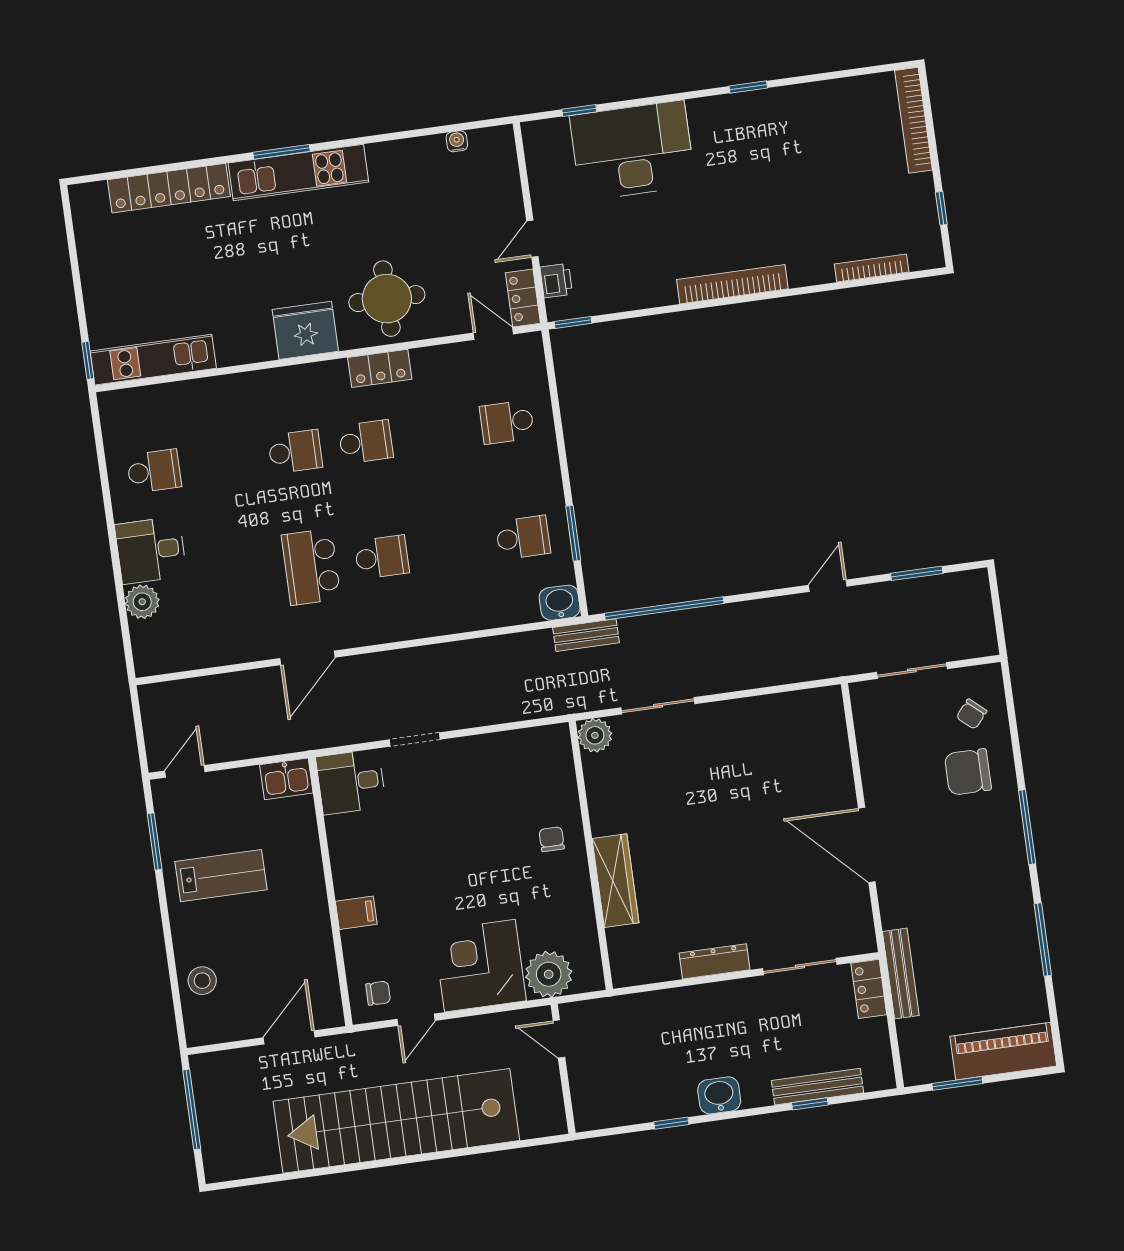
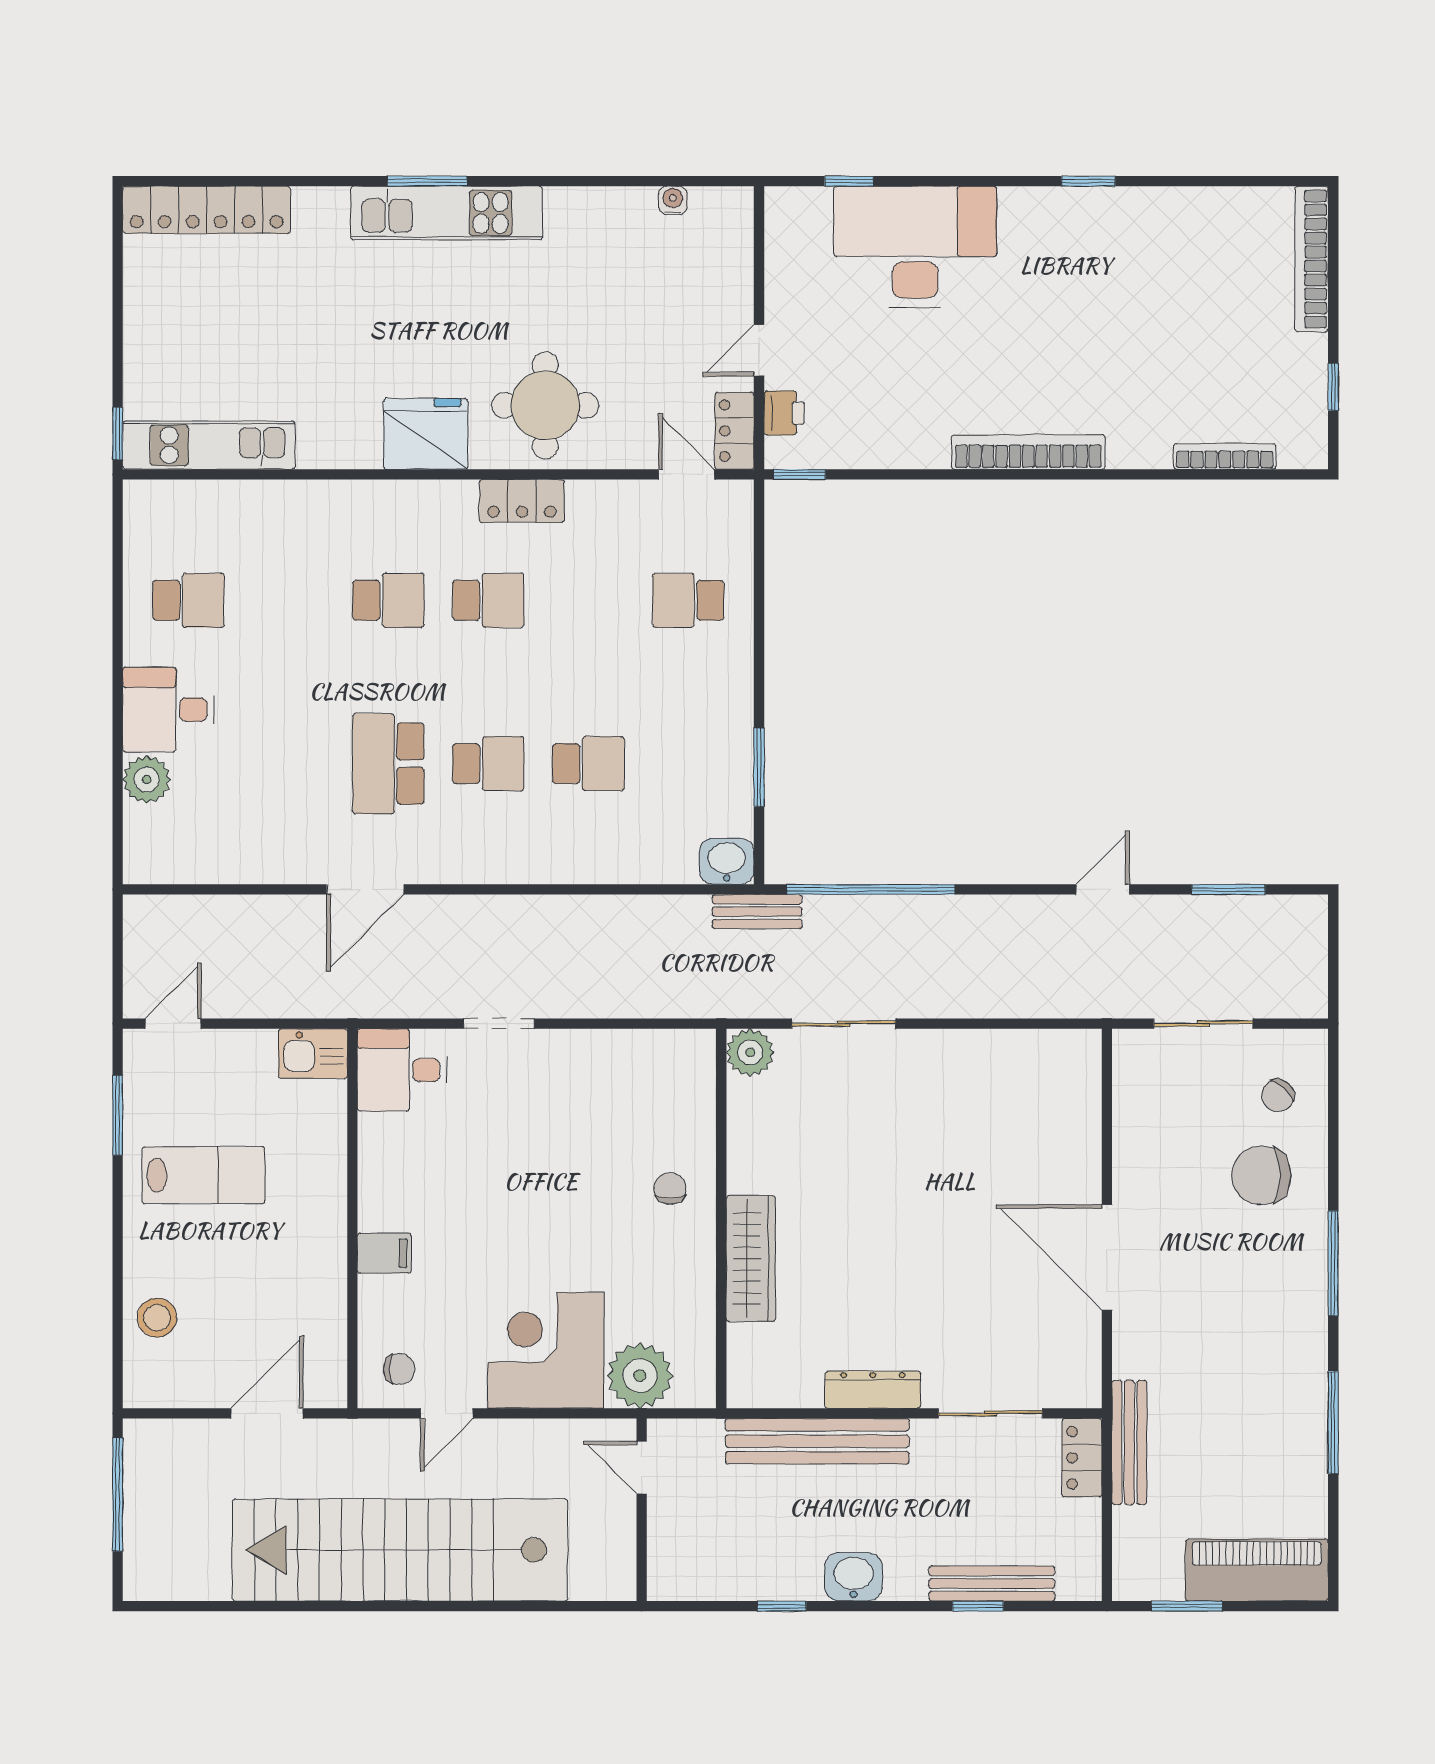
locker: (169, 188) -> (207, 210), moved
school desk: (523, 537) -> (588, 764), moved
bench: (680, 1003) -> (817, 1441), added

